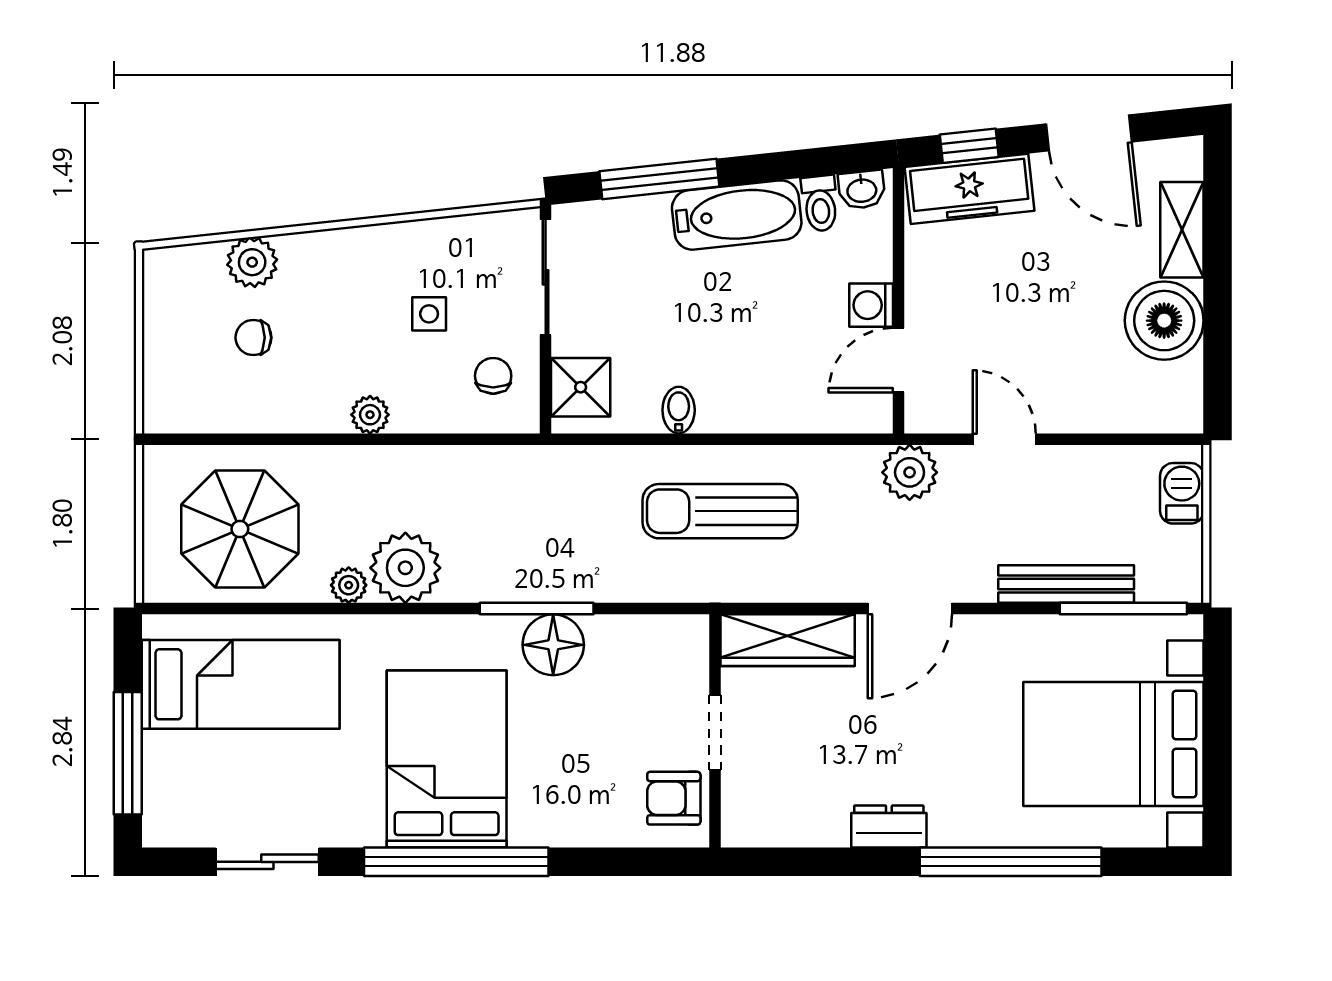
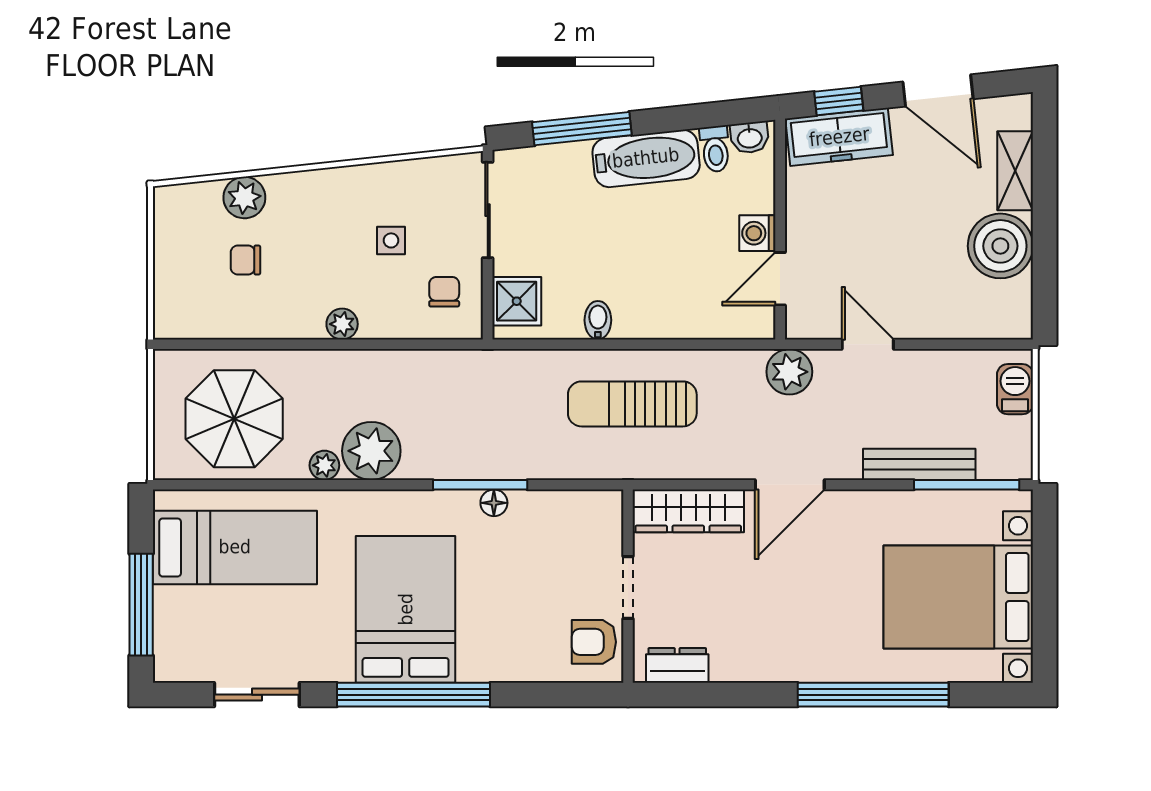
floor lamp: (553, 645) -> (494, 503), width x0.53, depth x0.53
dresser: (889, 826) -> (677, 665), moved

